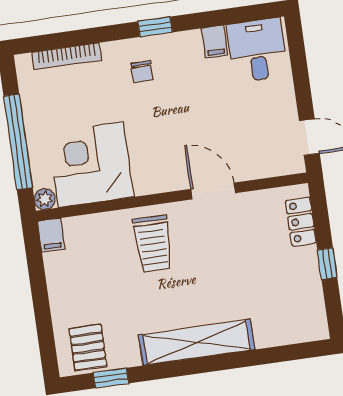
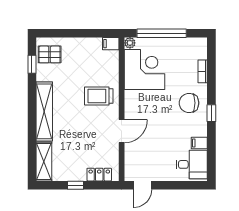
bookcase: (67, 56) -> (203, 71), width x0.64
chair: (142, 72) -> (189, 103), width x1.87, depth x1.87
shelving: (291, 329) -> (44, 162), added

